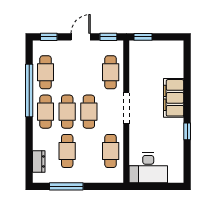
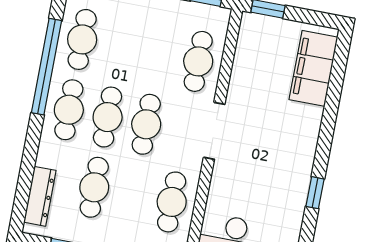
filing cabinet: (174, 98) -> (313, 68), moved
dresser: (39, 161) -> (40, 196), width x1.44

